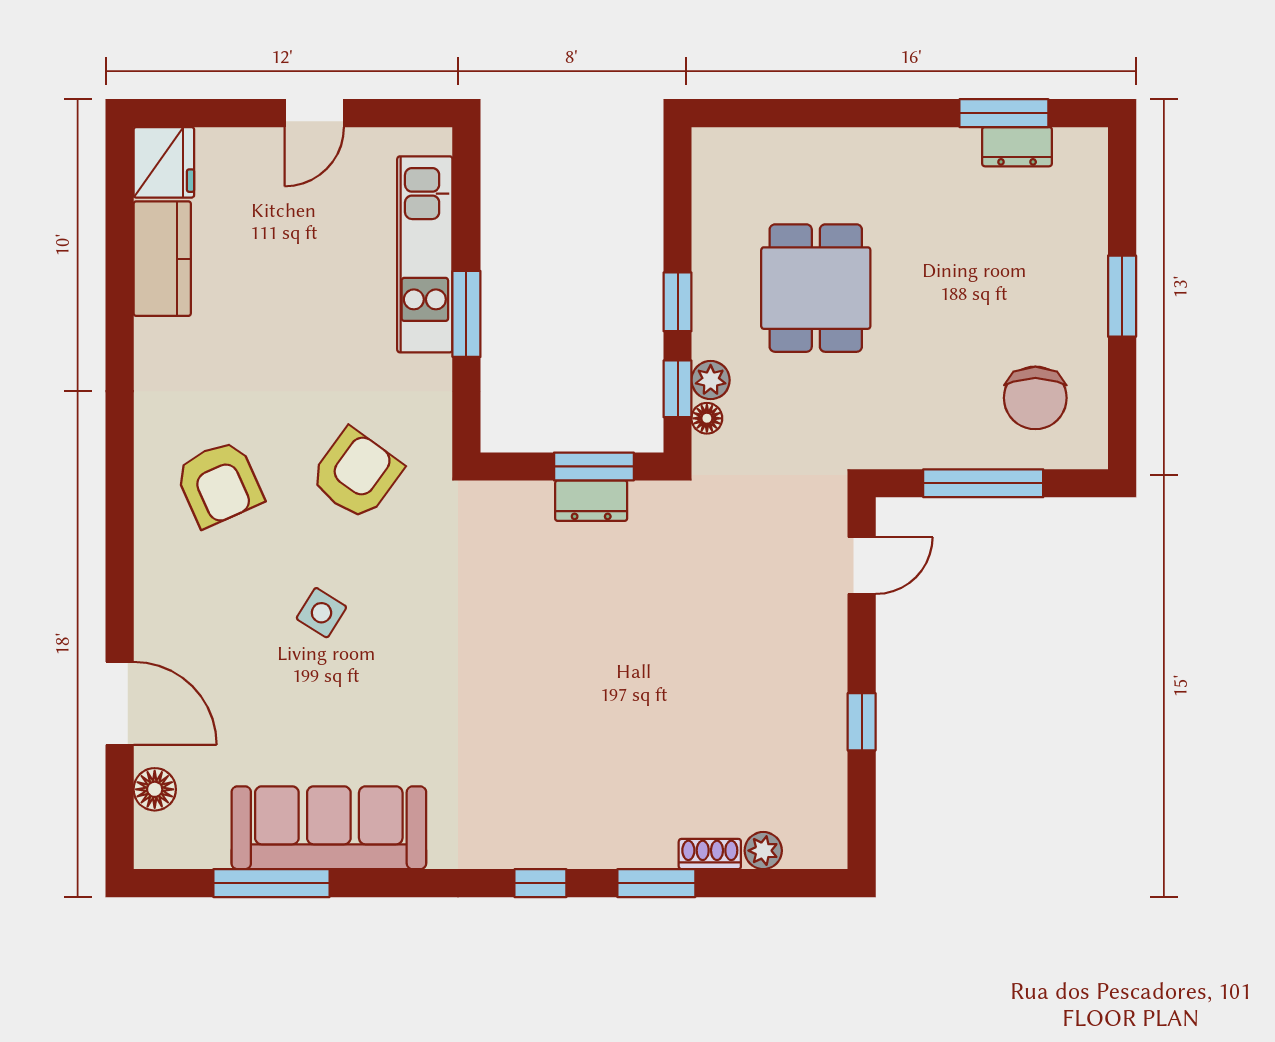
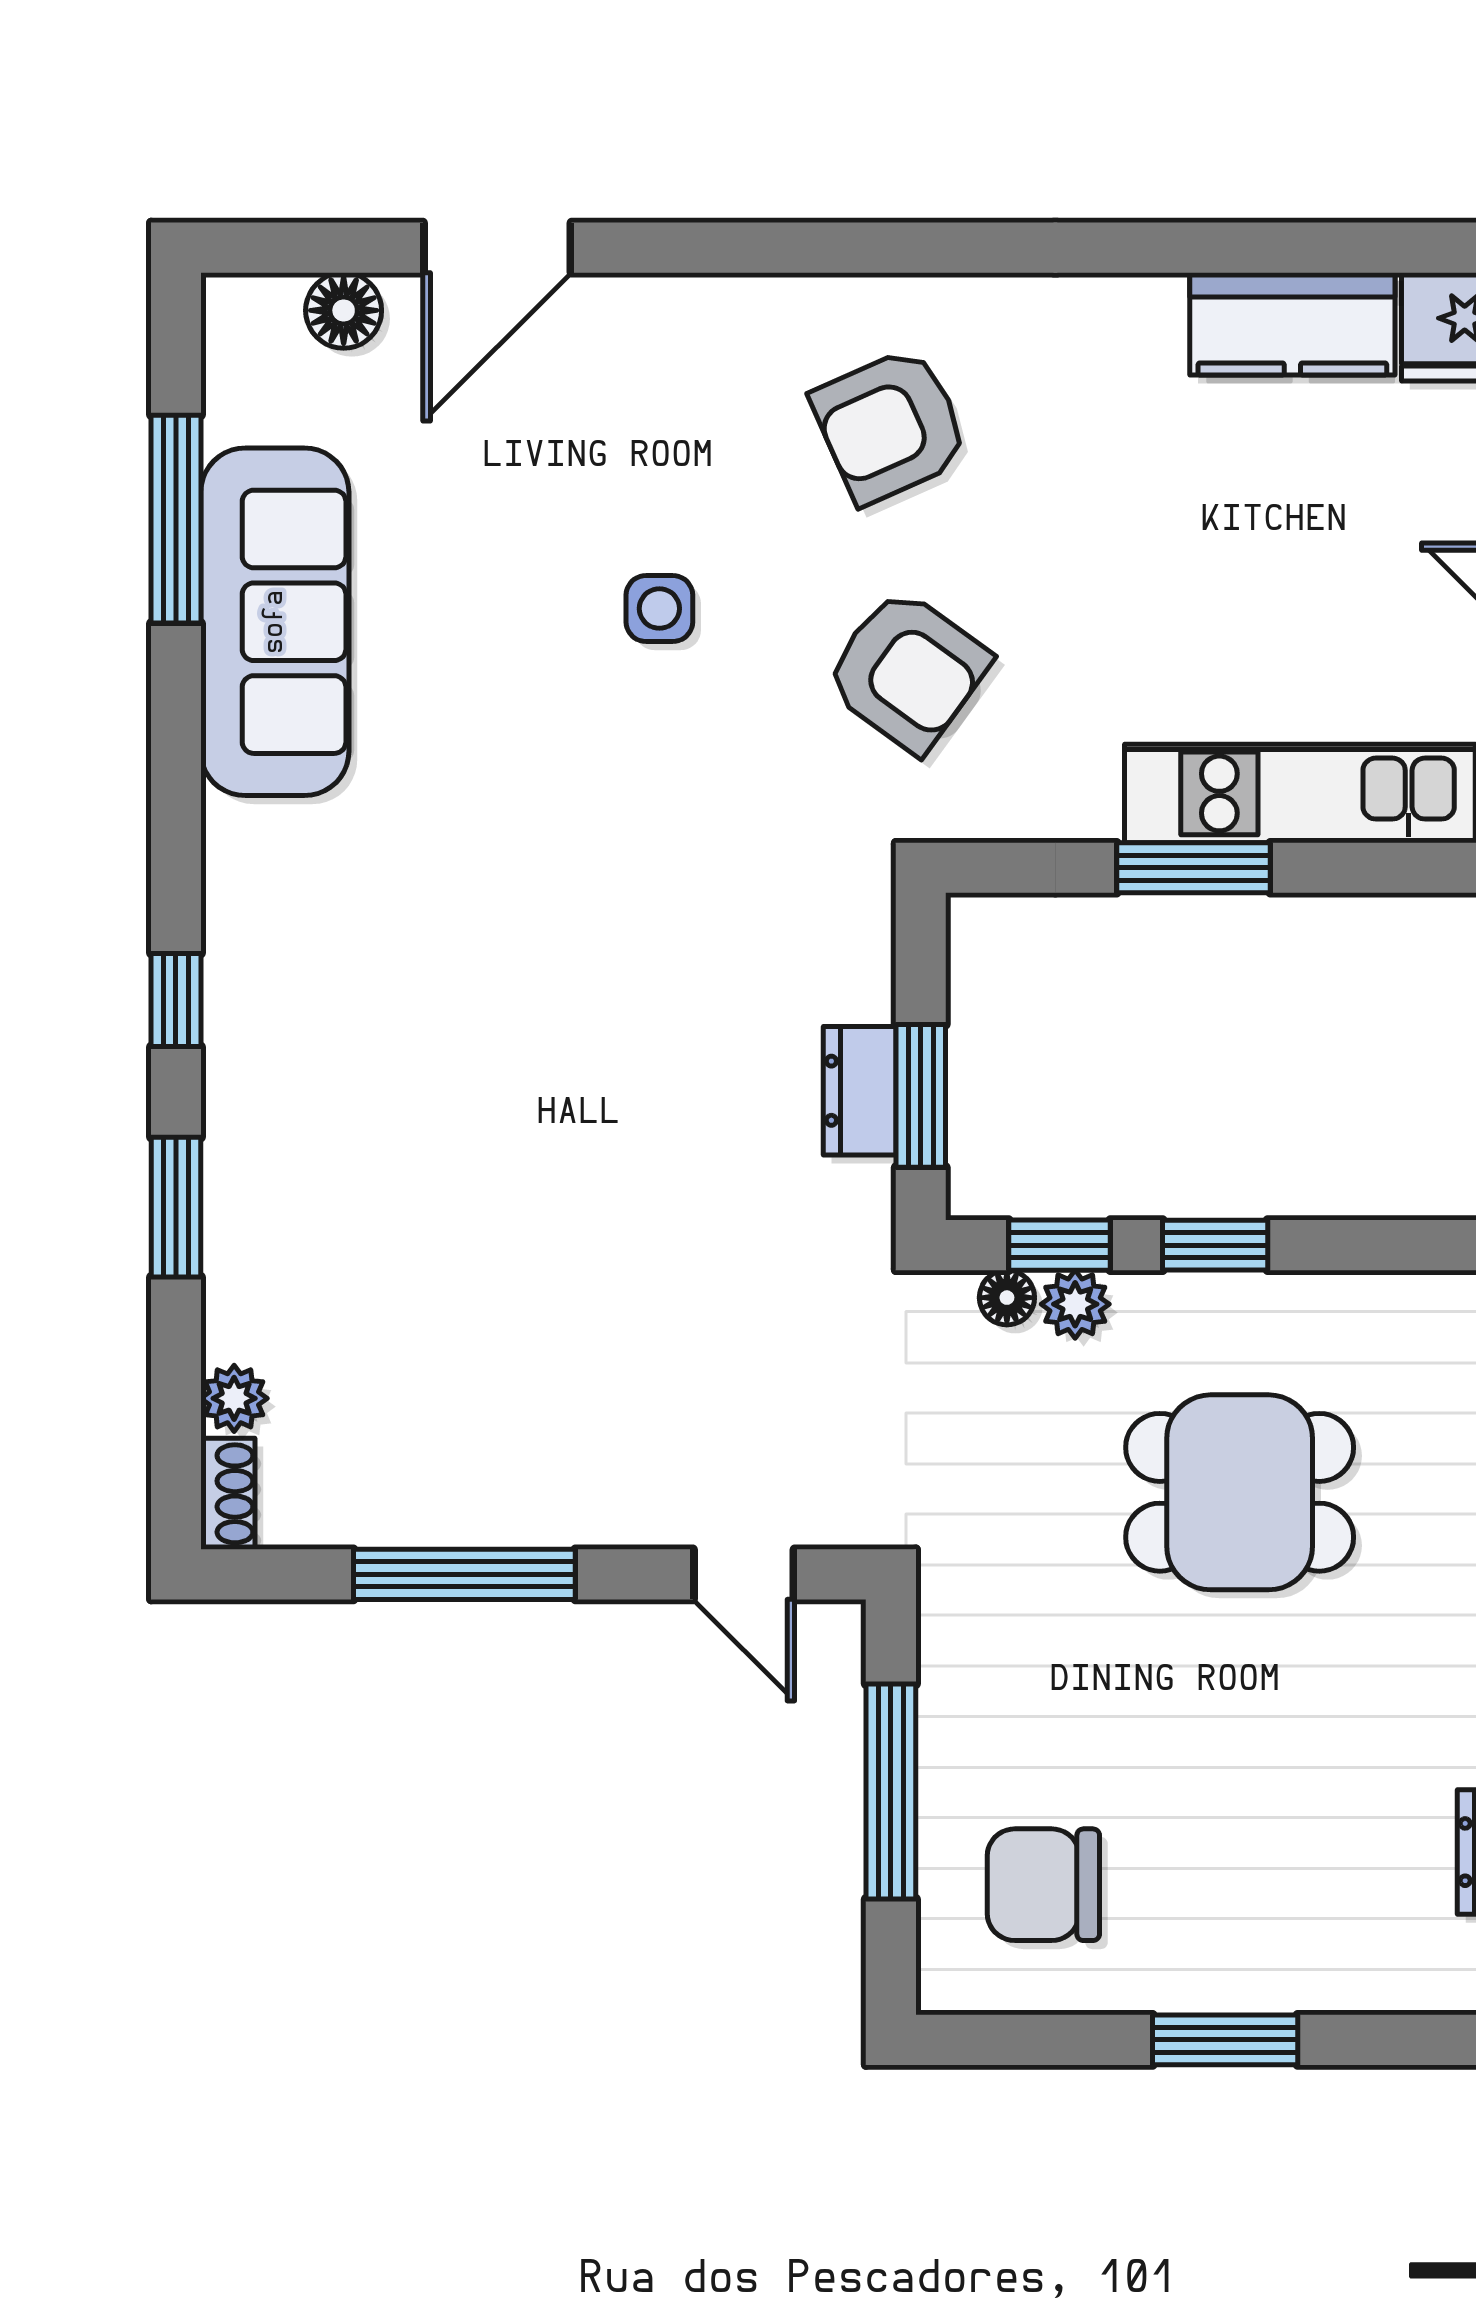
side table: (321, 613) -> (659, 609), turned -32
window: (862, 722) -> (464, 1574), width x2.17
shoe rack: (710, 854) -> (228, 1494), moved

